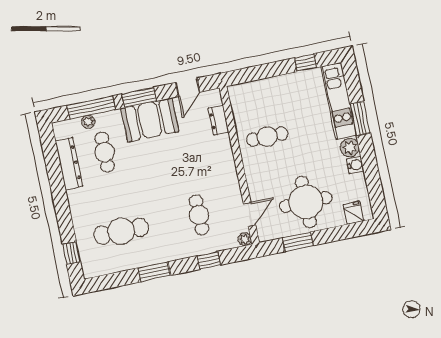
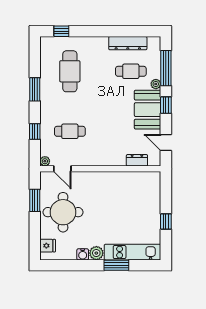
window: (306, 63) -> (166, 221), moved
window: (139, 97) -> (166, 105), width x0.67
plant: (88, 122) -> (156, 84), moved
cafe table: (267, 137) -> (117, 194), removed

